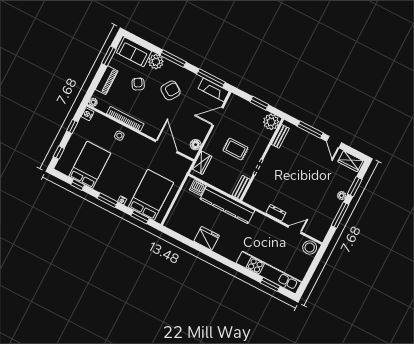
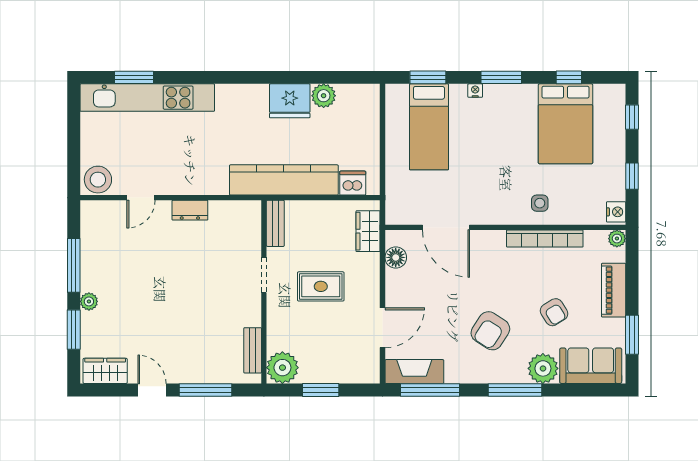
bed: (151, 195) -> (429, 127), width x0.67
plant: (190, 233) -> (324, 96), added

